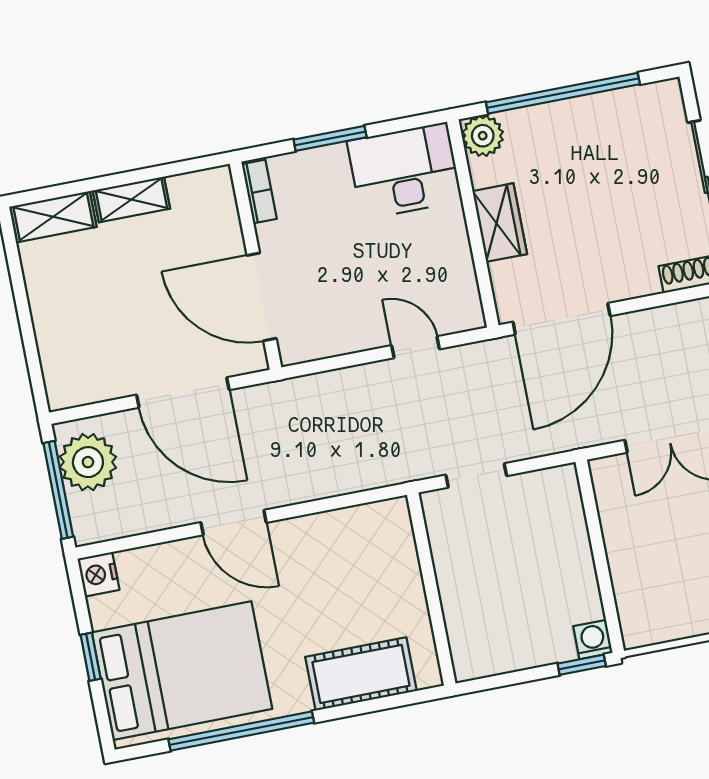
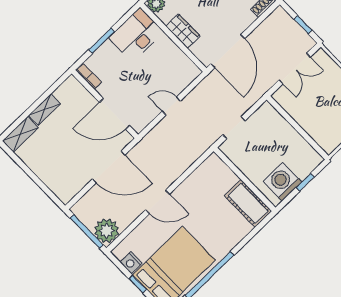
door: (415, 347) -> (171, 106), moved
plant: (88, 462) -> (107, 231), moved
nightstand: (99, 574) -> (131, 263), moved
washing machine: (593, 640) -> (282, 182), moved, width x1.89, depth x1.89
window: (582, 665) -> (305, 182), moved
cot: (361, 674) -> (248, 203), moved, turned 90

